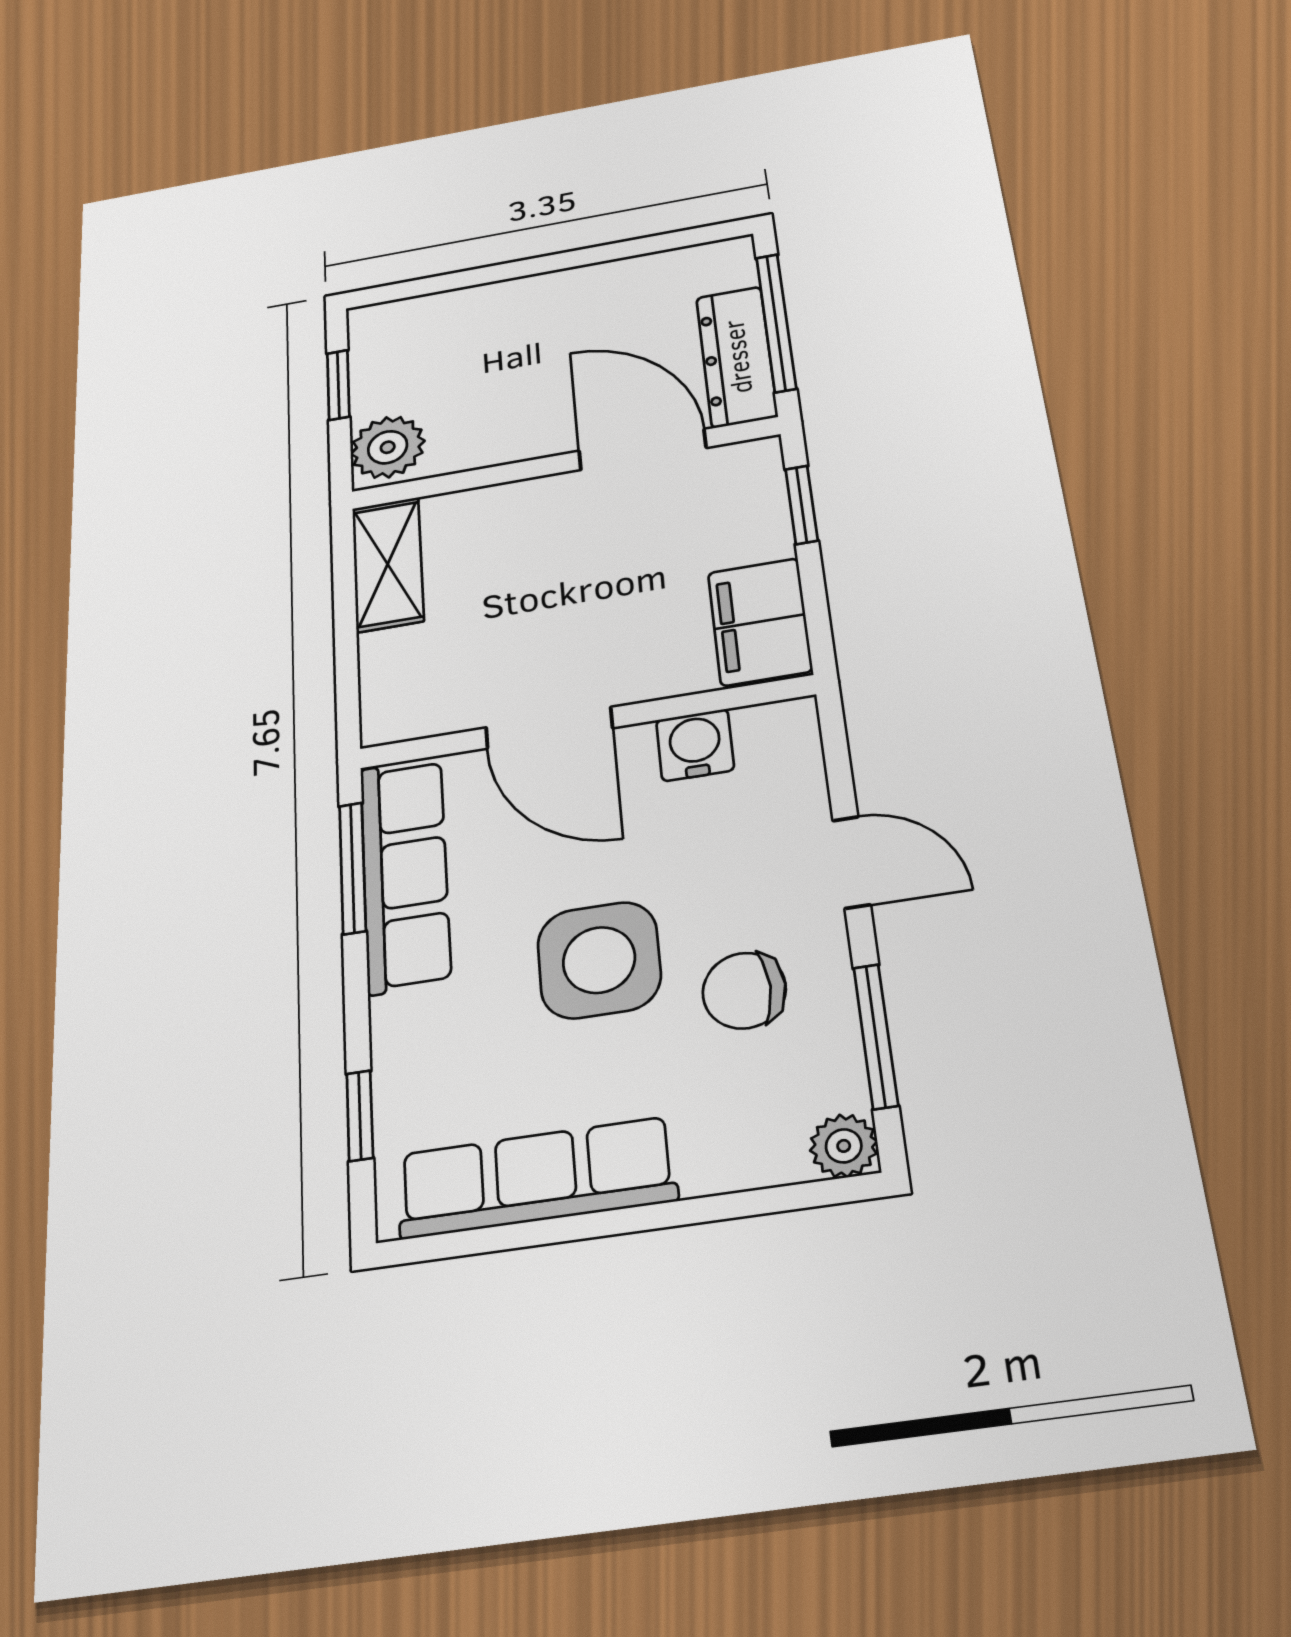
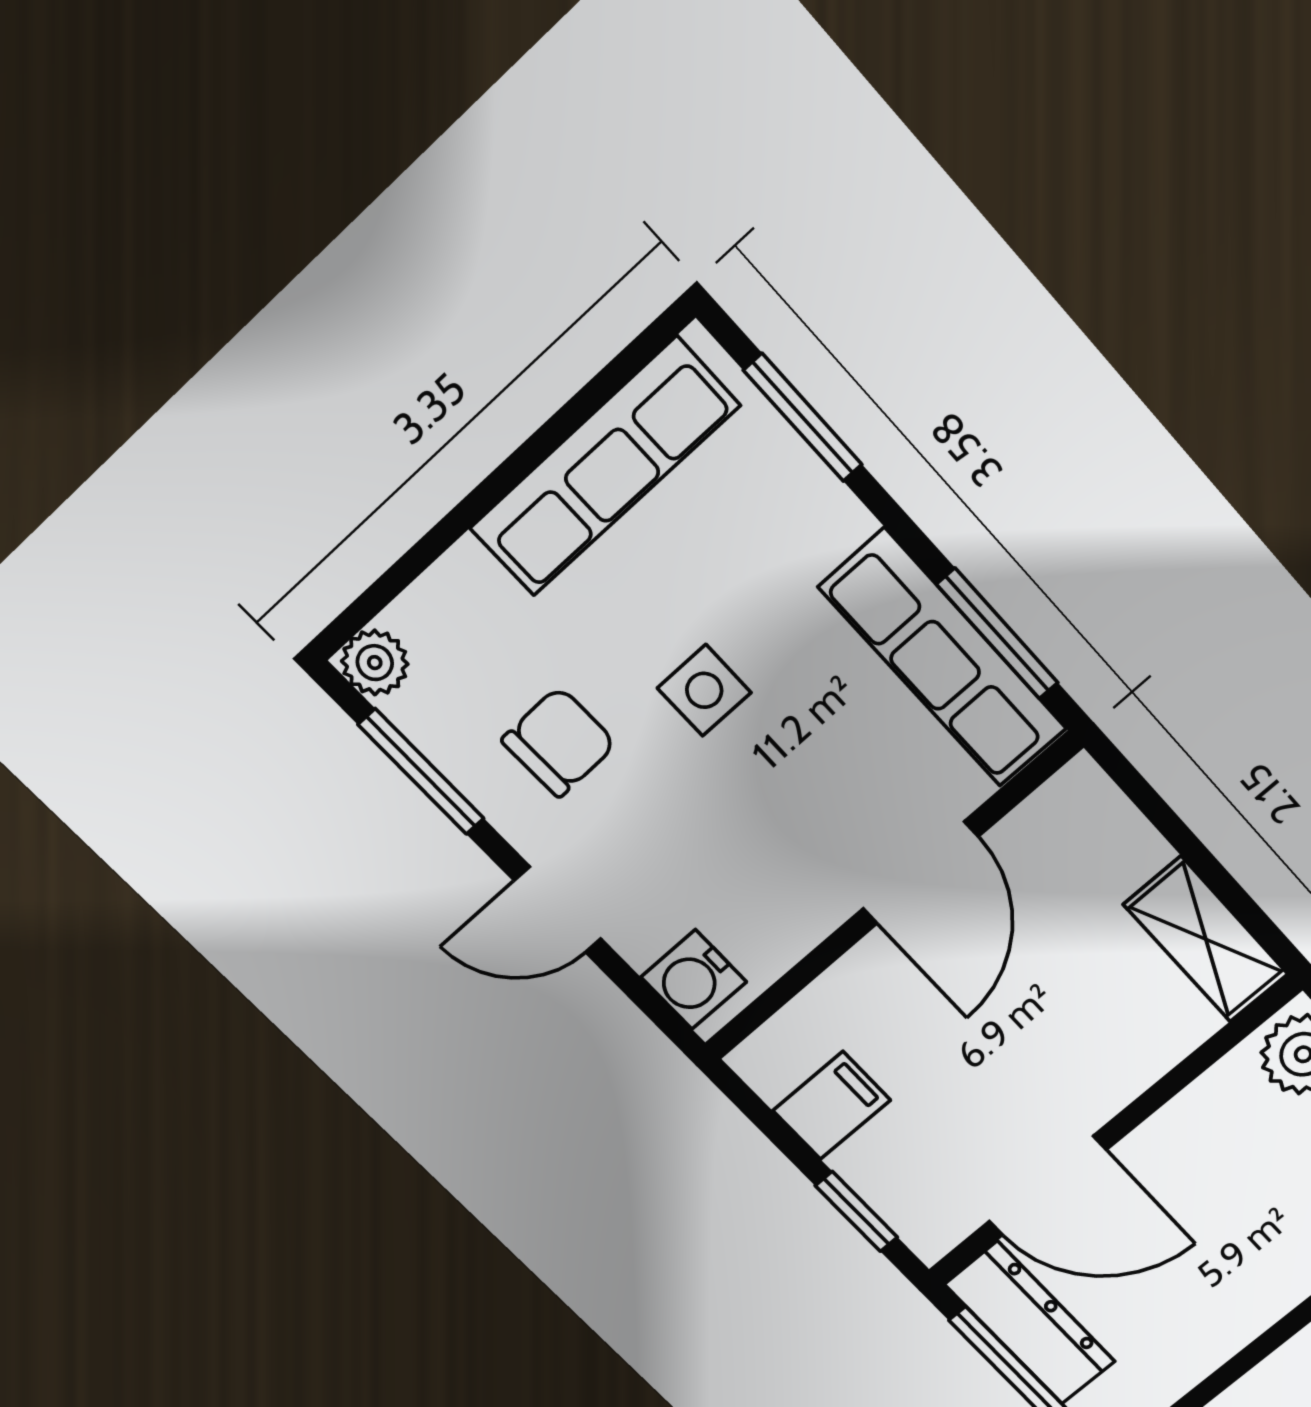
filing cabinet: (760, 622) -> (832, 1105), width x0.50
door: (549, 728) -> (920, 873), swing flipped
water cooler: (695, 745) -> (694, 979), moved, turned 90
side table: (599, 960) -> (704, 690), width x0.54, depth x0.54
window: (360, 1116) -> (803, 418), width x1.50

